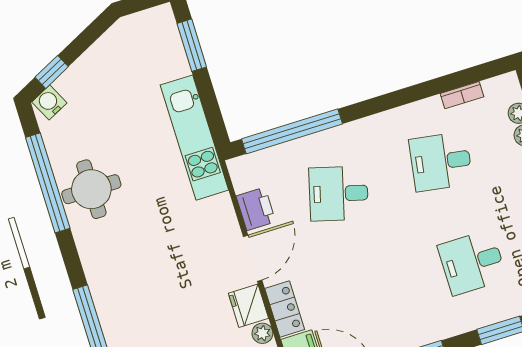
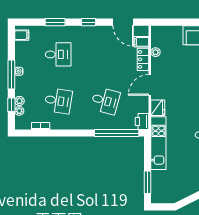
printer: (256, 209) -> (142, 121), moved
fridge: (248, 306) -> (158, 108), moved

